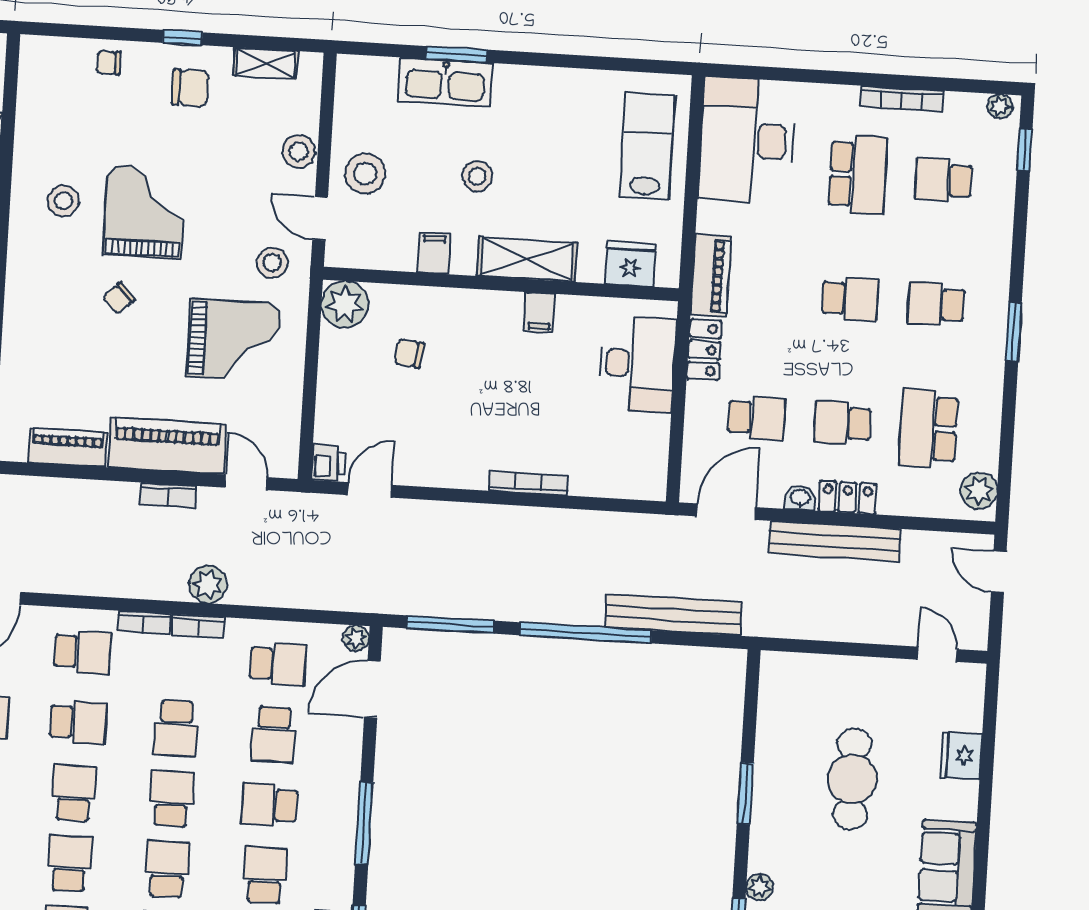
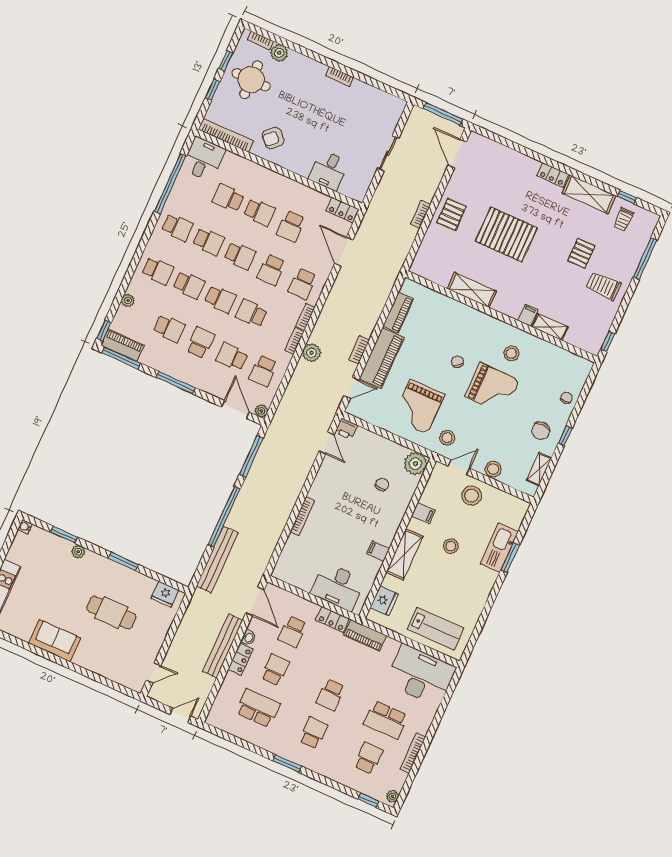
plant: (979, 491) -> (221, 720), removed
fridge: (961, 756) -> (165, 594), moved, turned 180

